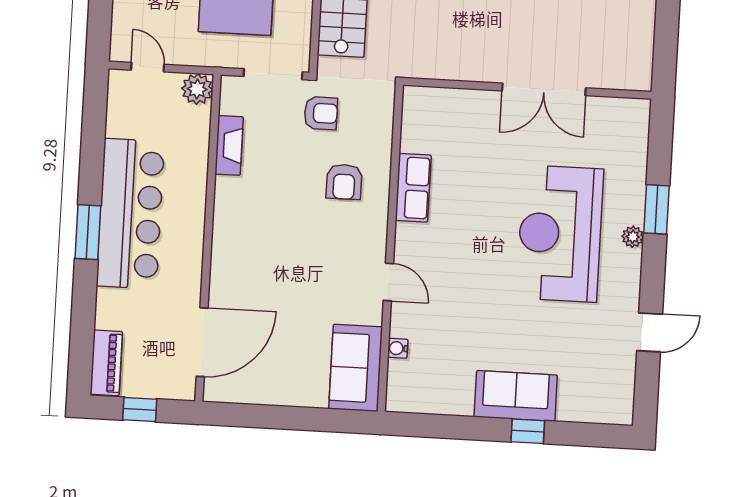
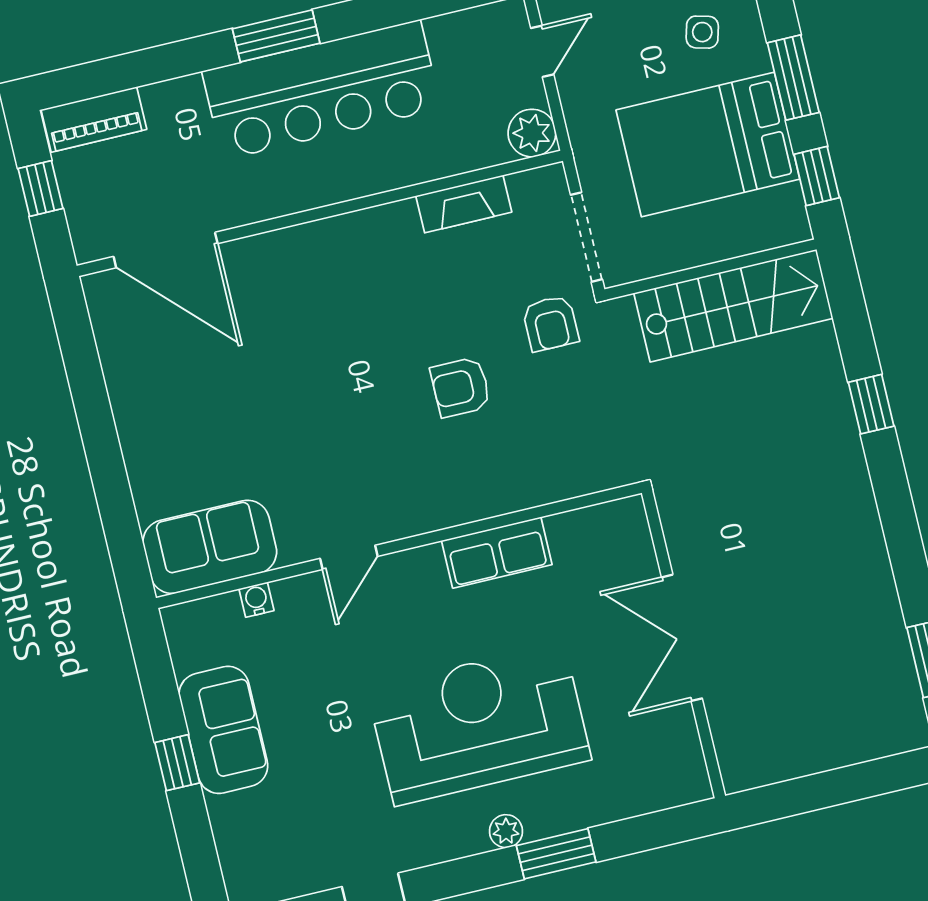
row of seats: (413, 188) -> (497, 553), moved
wall: (390, 248) -> (399, 545), moved
door: (388, 282) -> (349, 557), moved
water cooler: (398, 348) -> (256, 600), moved
sofa: (356, 368) -> (210, 547), moved

